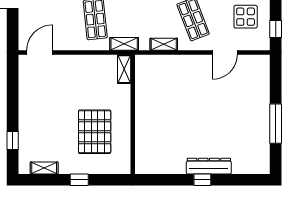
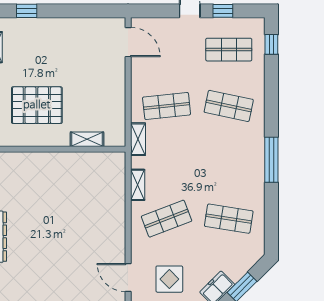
door: (225, 53) -> (128, 278), moved
shelving: (124, 69) -> (87, 139), moved

